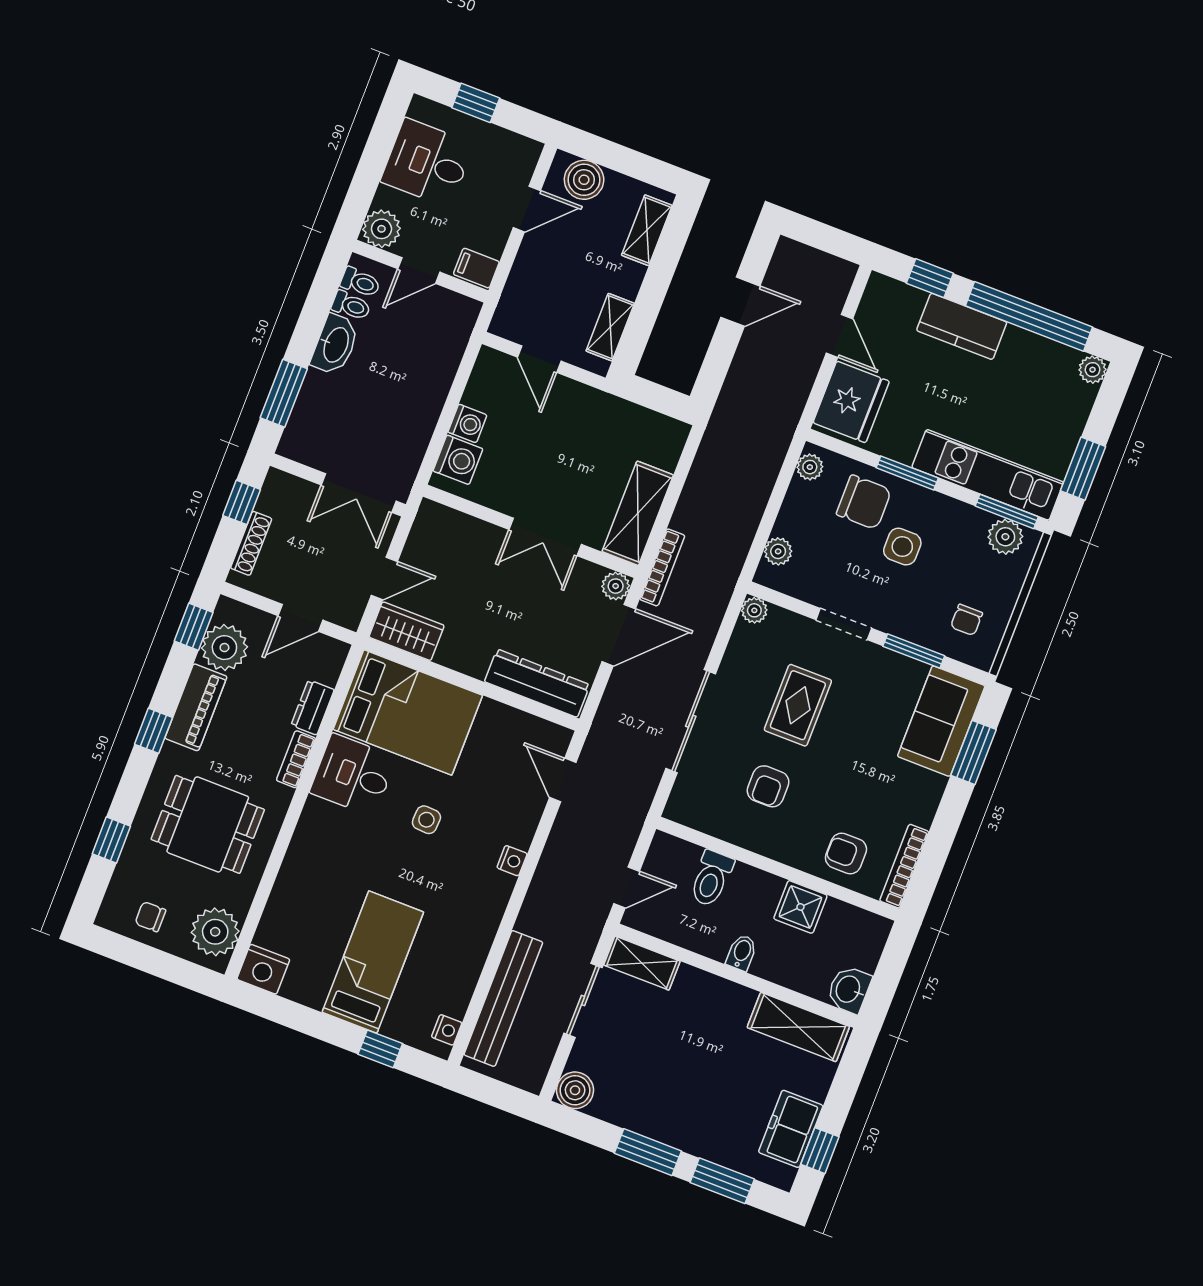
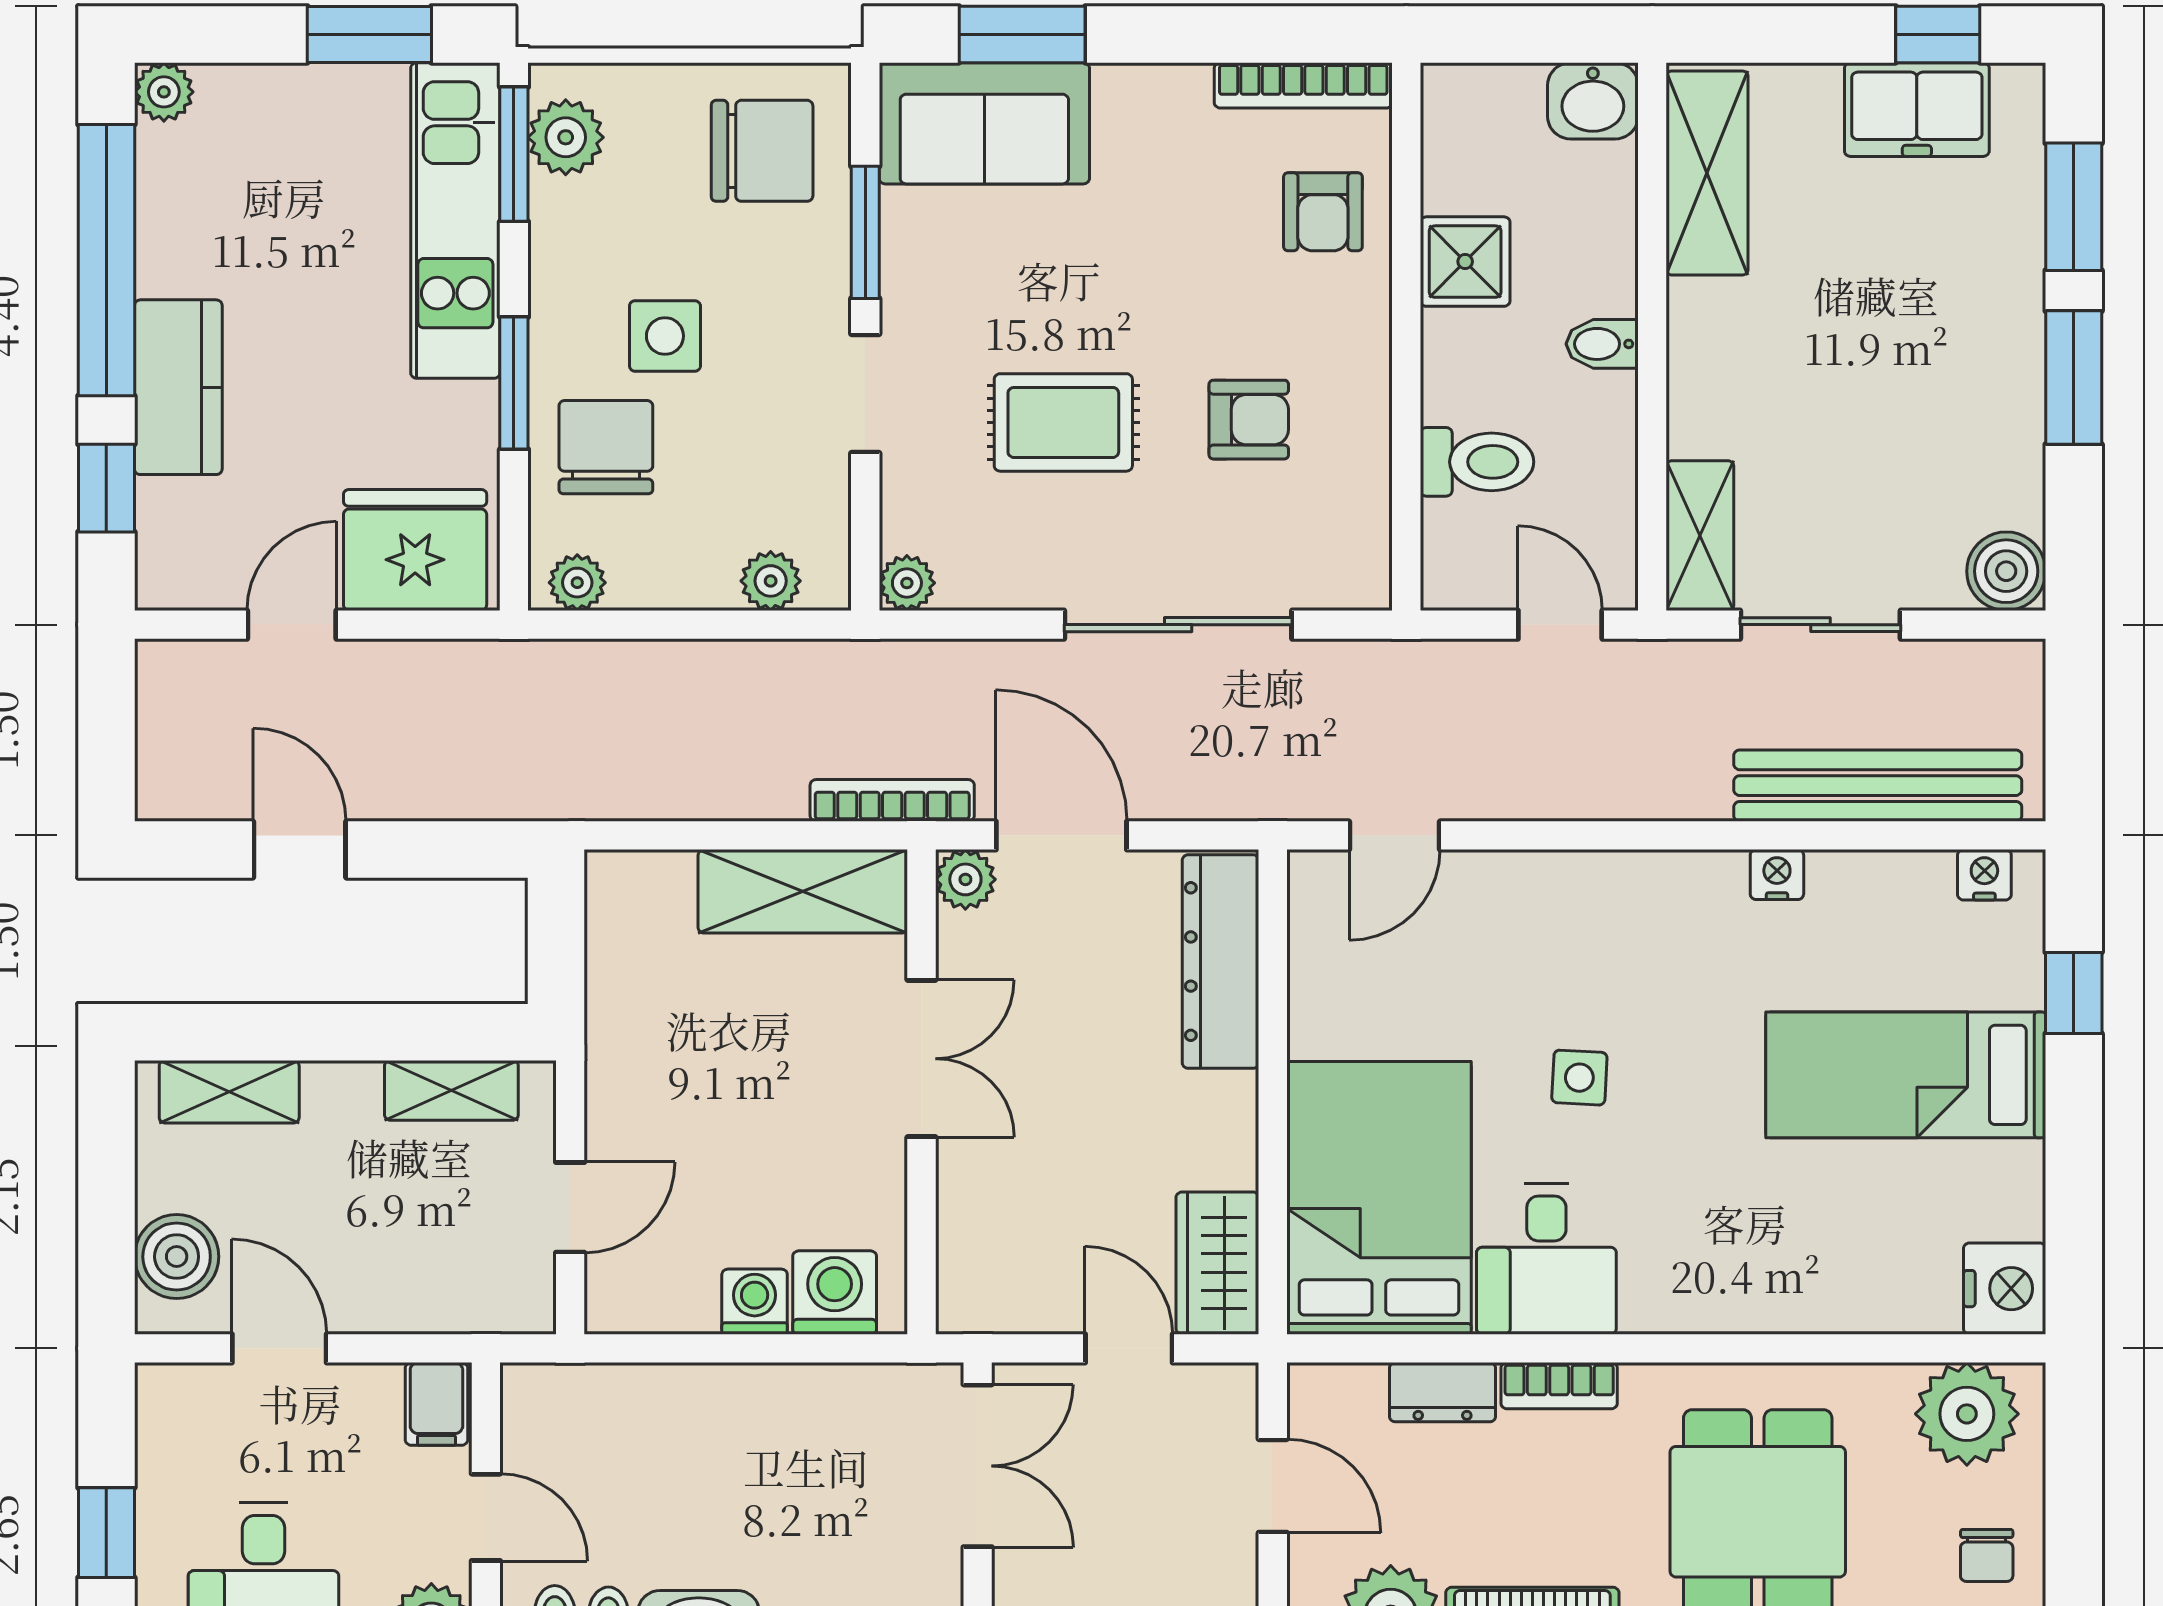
chair: (967, 620) -> (762, 151), width x1.87, depth x1.87
nightstand: (512, 861) -> (1777, 875), moved

